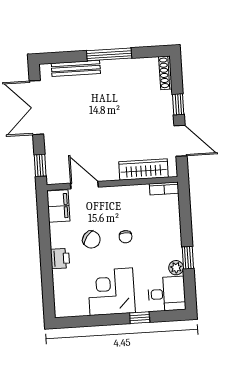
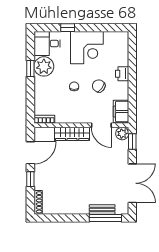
window: (109, 54) -> (105, 218), moved
bench: (76, 68) -> (102, 209), width x0.73
door: (181, 141) -> (30, 153), swing flipped
wardrobe: (144, 170) -> (72, 134), moved
plant: (55, 176) -> (122, 134), added
plant: (176, 268) -> (44, 66), width x1.88, depth x1.88

